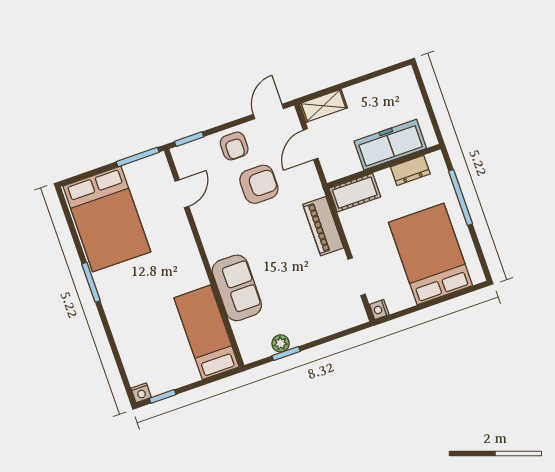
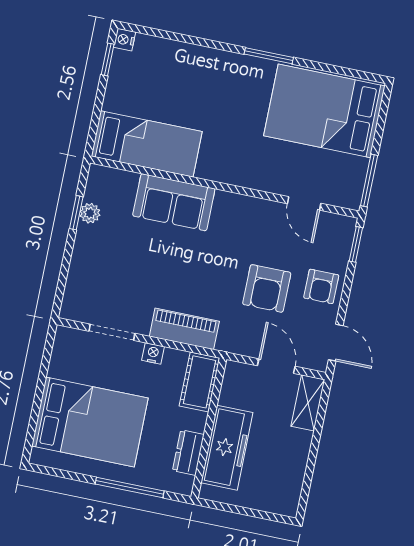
armchair: (234, 146) -> (321, 286), turned -90
nightstand: (379, 310) -> (153, 353), moved

